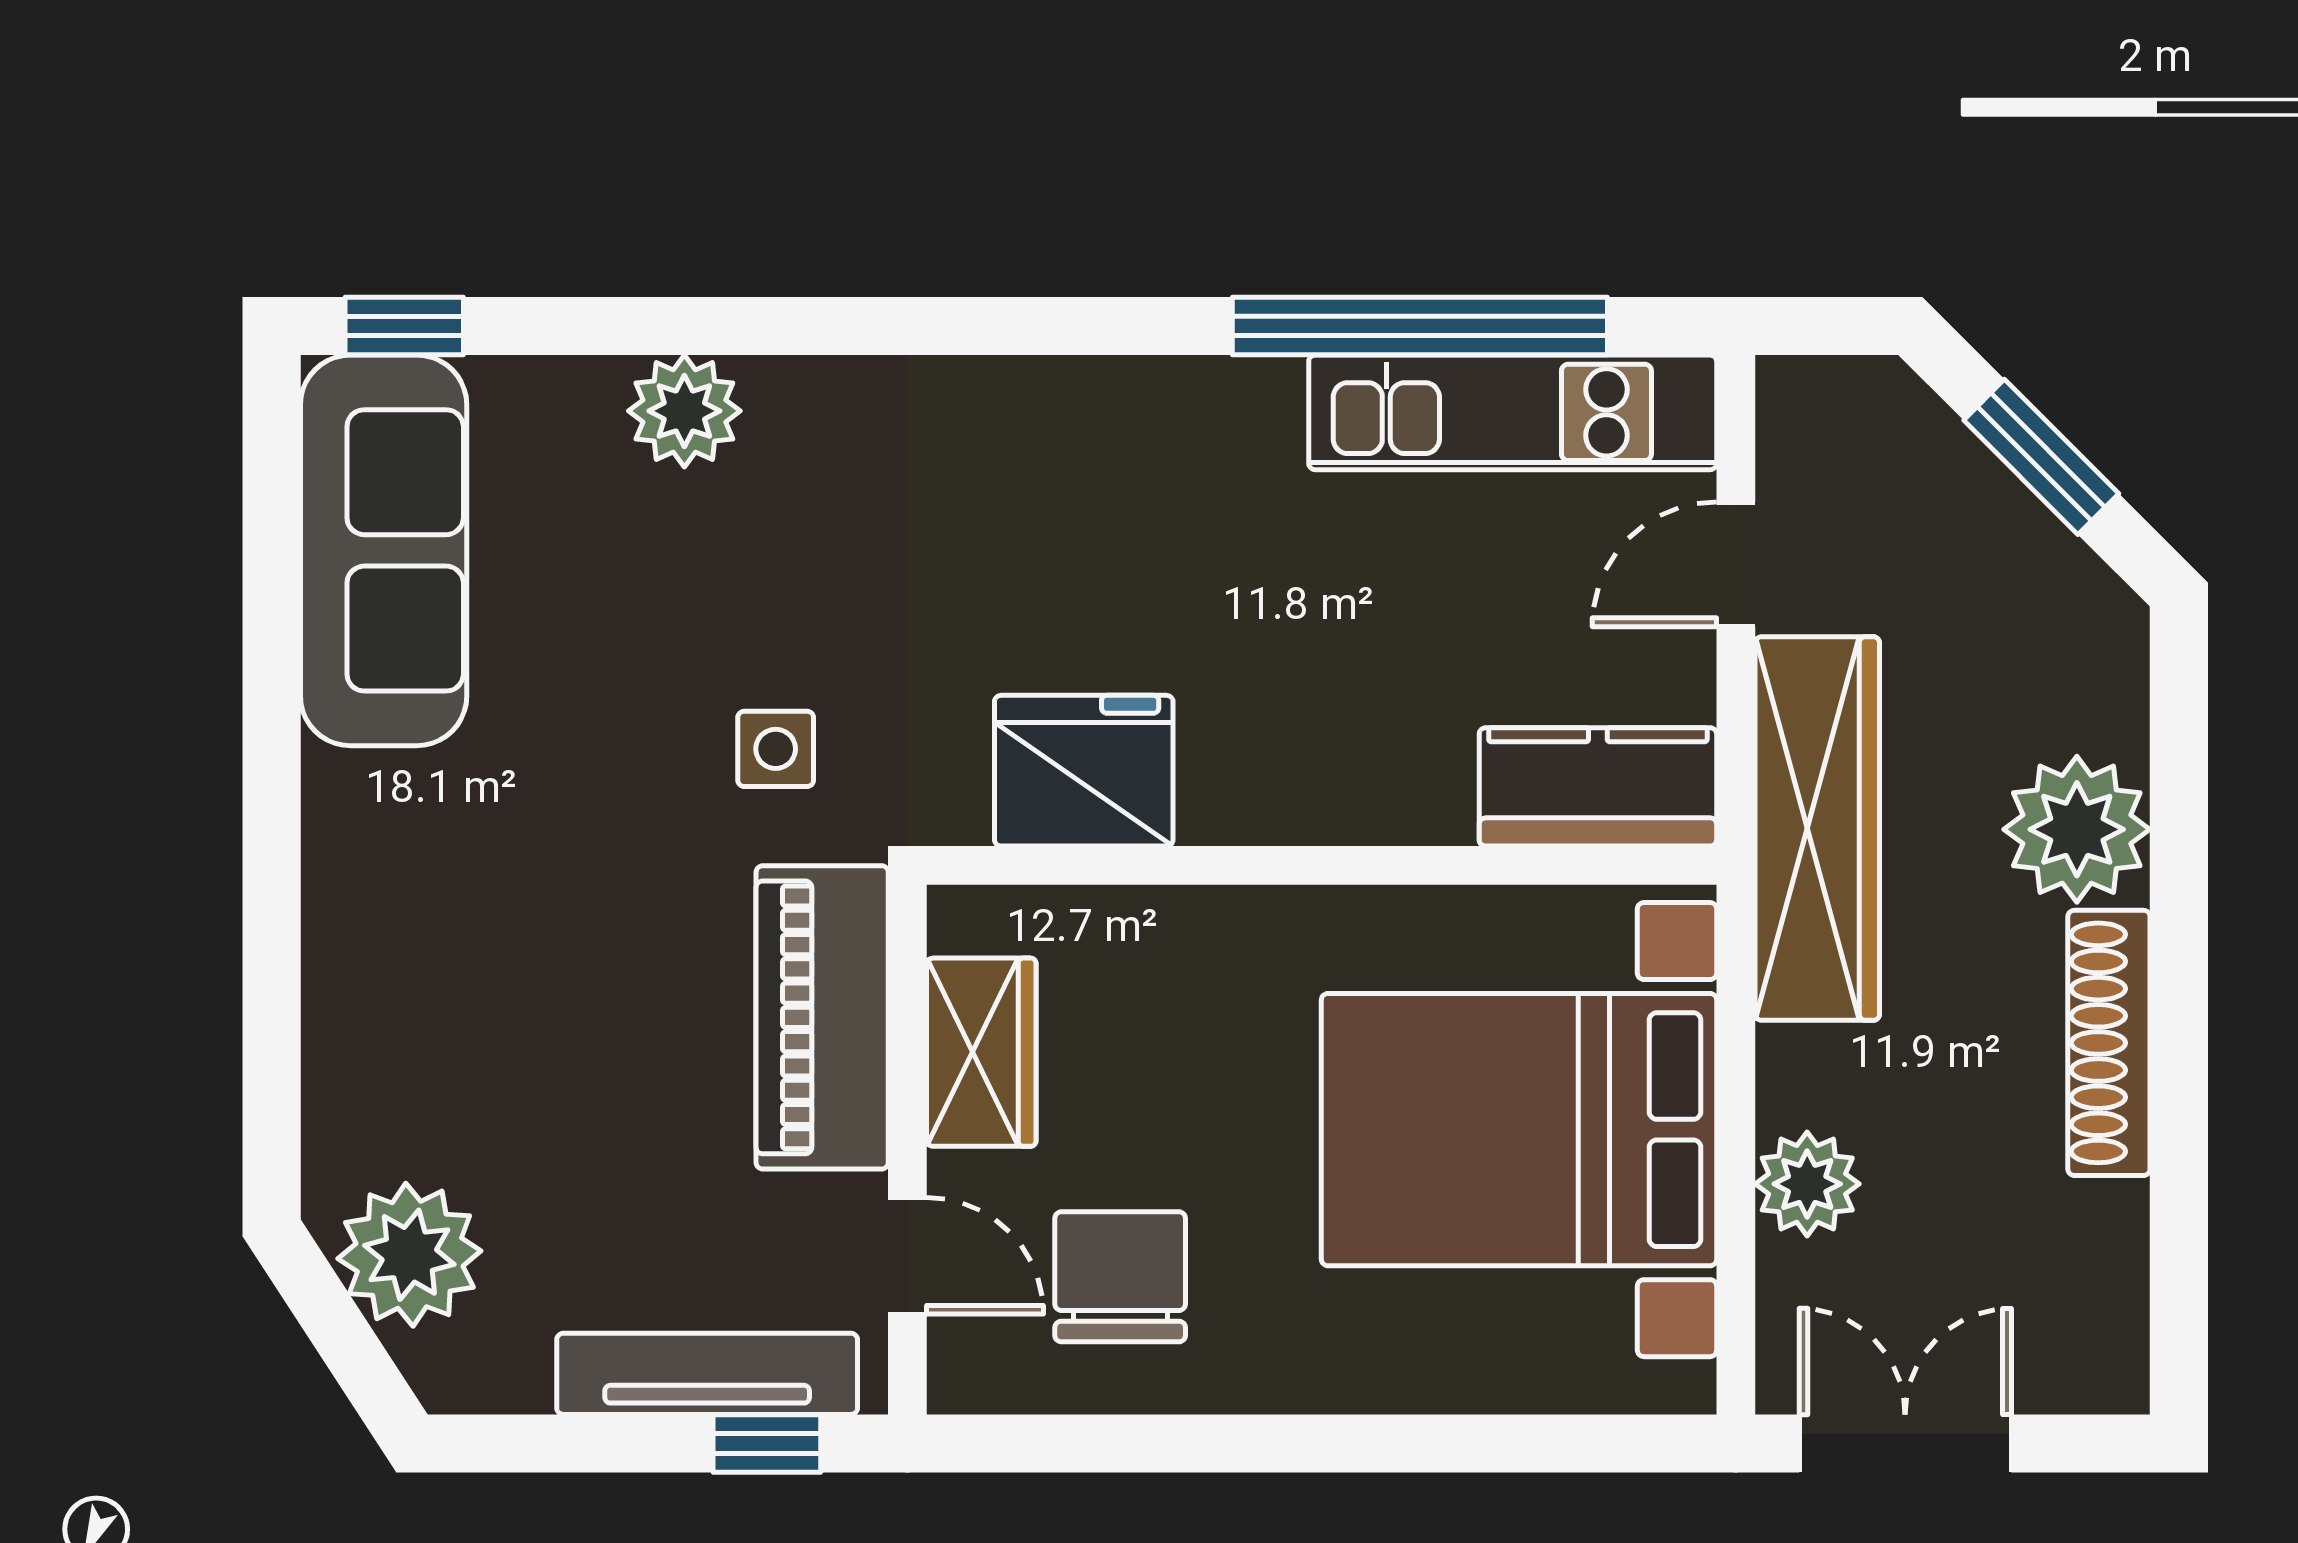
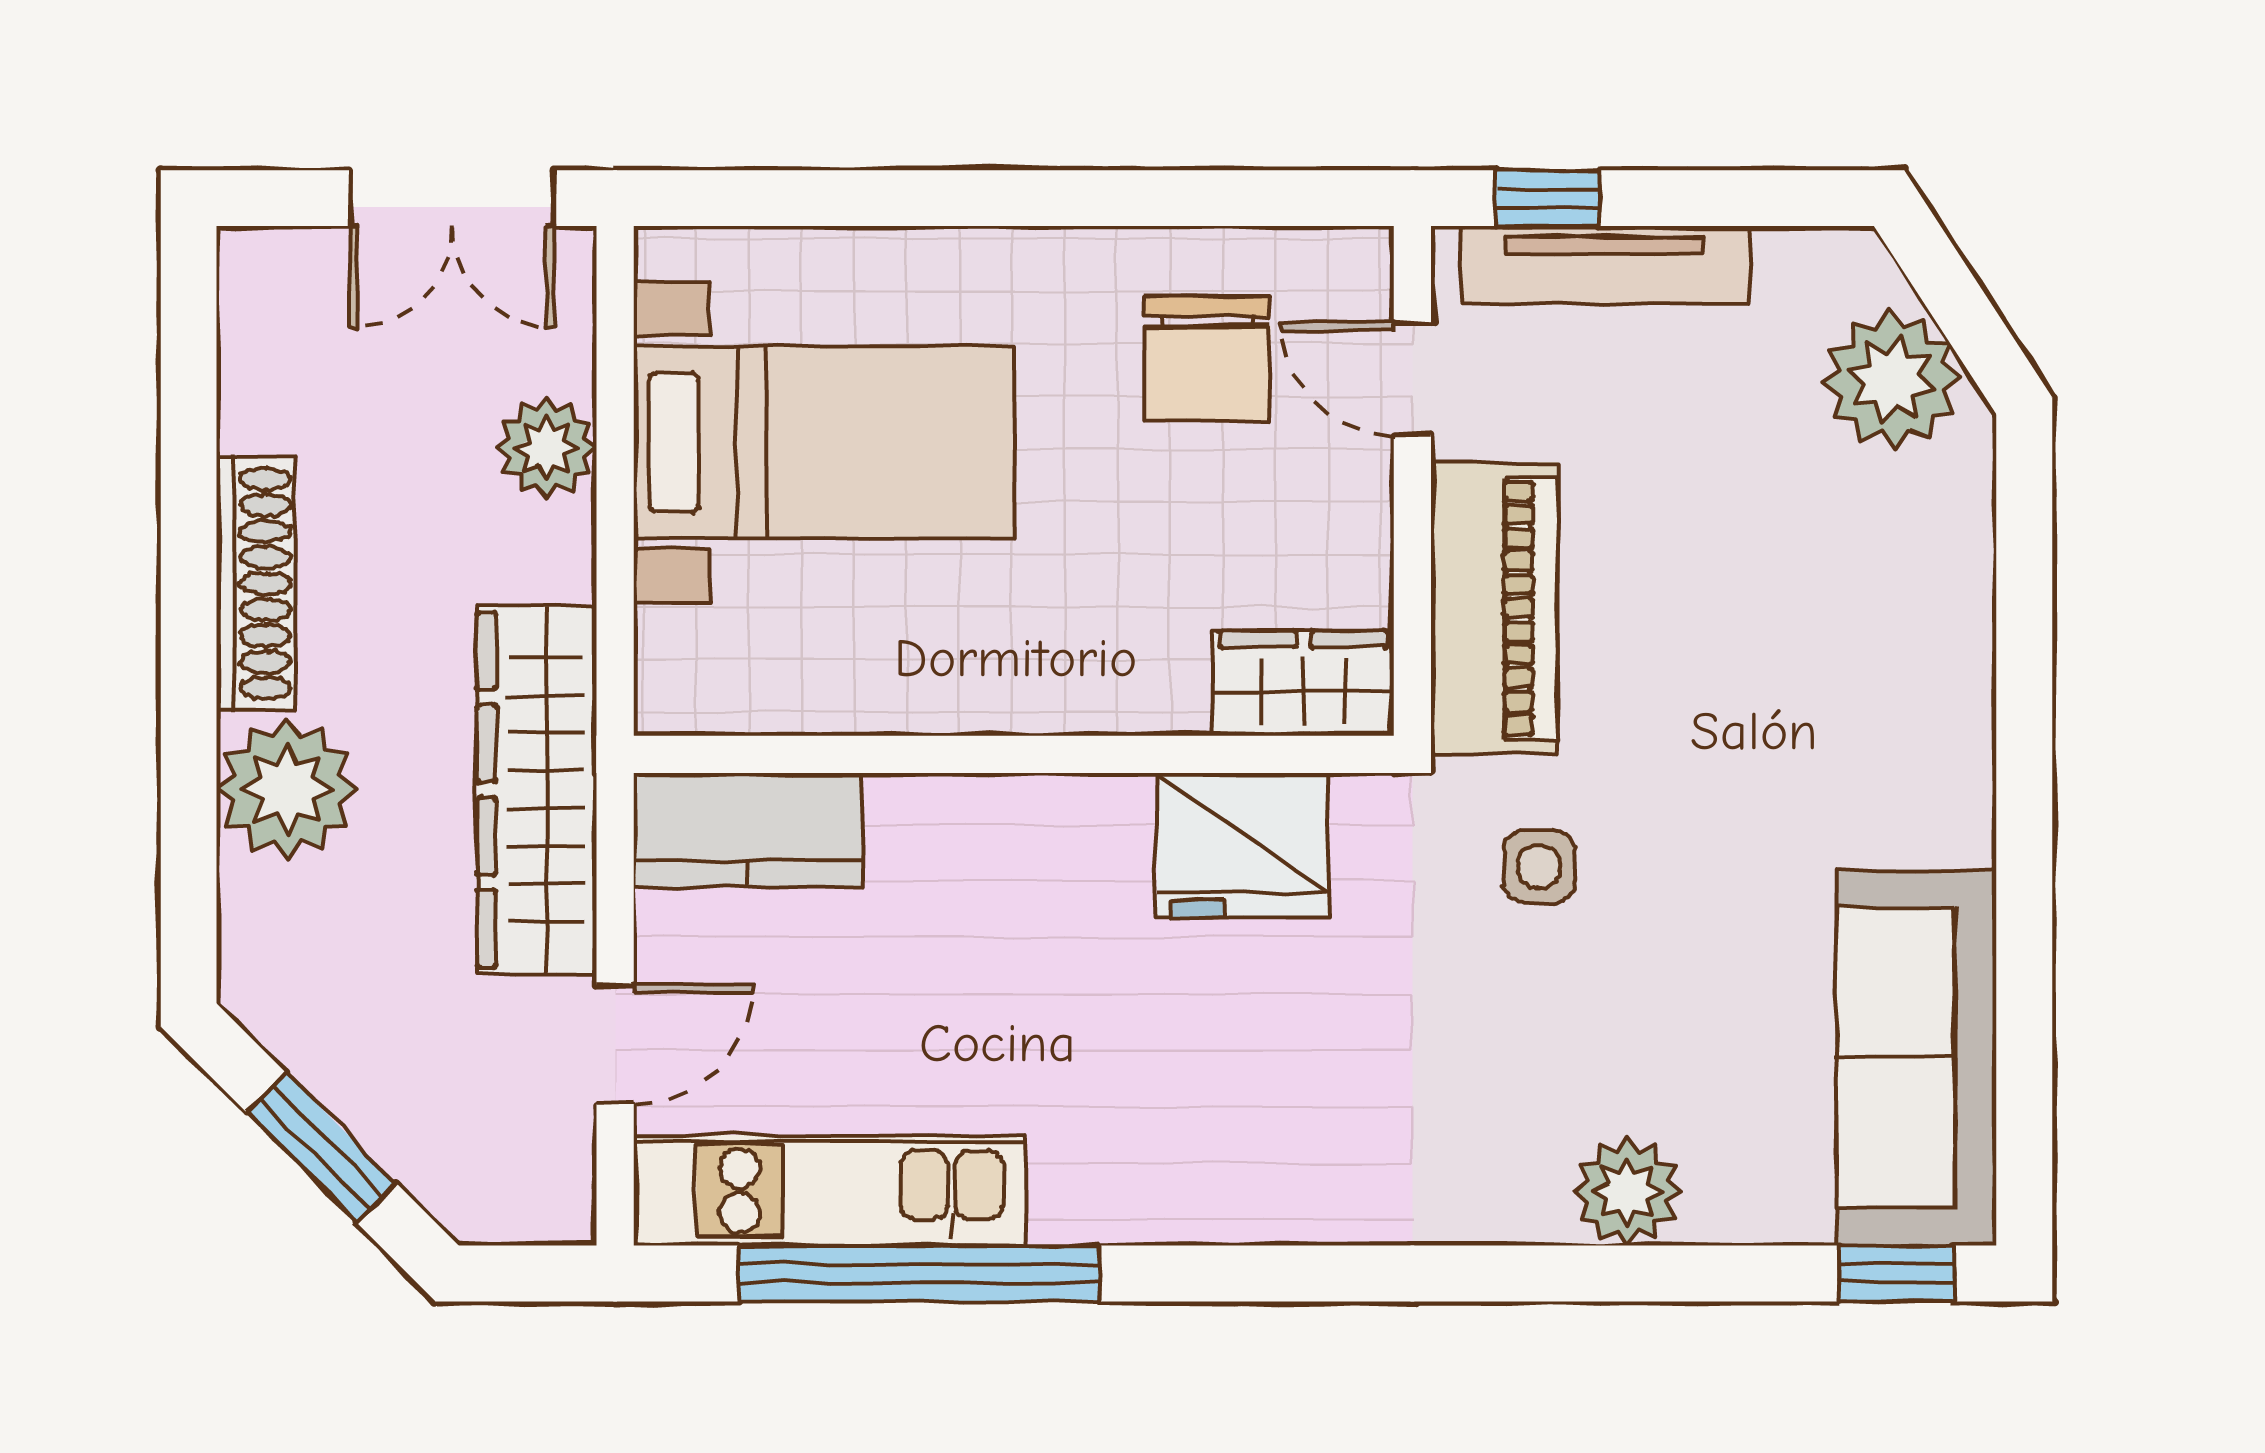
wardrobe: (981, 1052) -> (1303, 683), moved, turned 90
bed with nightstands: (1519, 1130) -> (824, 442), width x0.73

